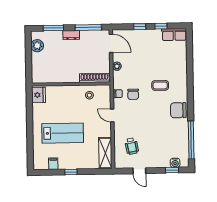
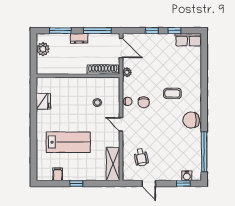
shoe rack: (94, 78) -> (103, 70), moved
wall: (71, 84) -> (78, 76), moved

